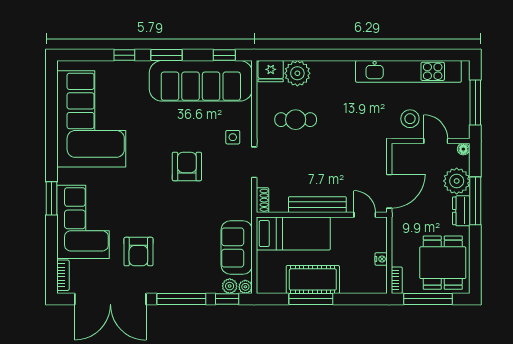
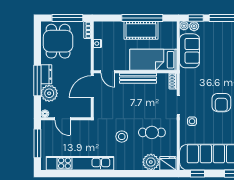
stool: (410, 119) -> (122, 137), moved
window: (311, 299) -> (142, 18), width x1.46

